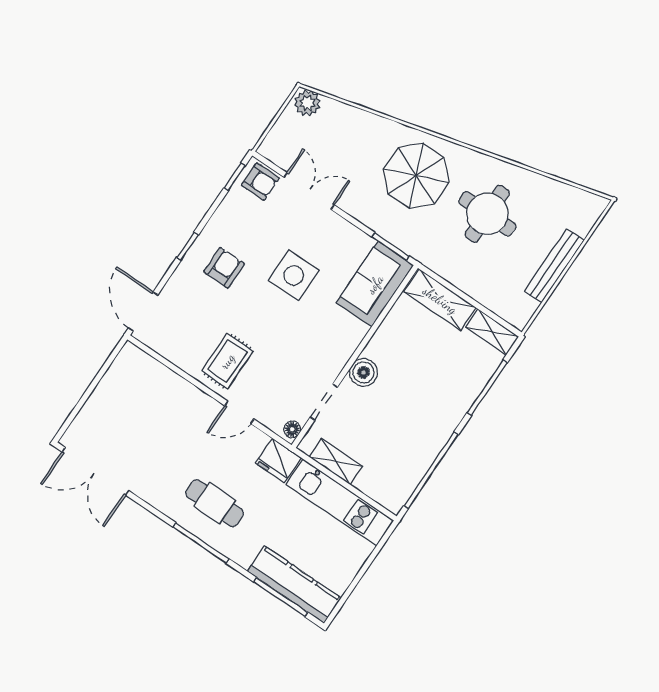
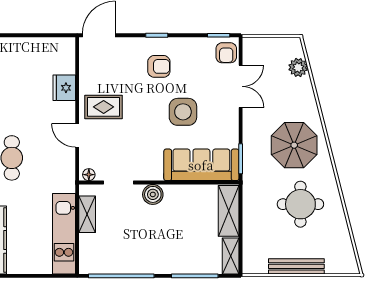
plant: (307, 103) -> (298, 67), moved
sofa: (375, 284) -> (201, 165), width x1.36
fridge: (278, 460) -> (64, 88), moved

